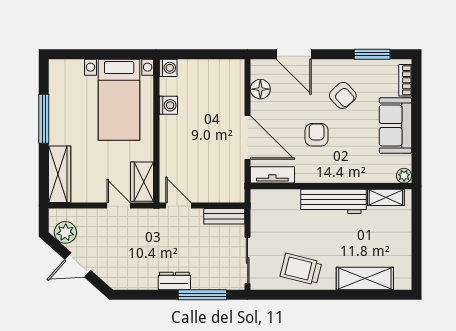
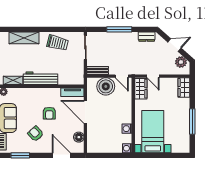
wardrobe: (60, 174) -> (184, 88), width x0.67
boiler: (209, 186) -> (106, 86), added
dresser: (174, 281) -> (147, 37), moved
window: (202, 295) -> (119, 29), moved

